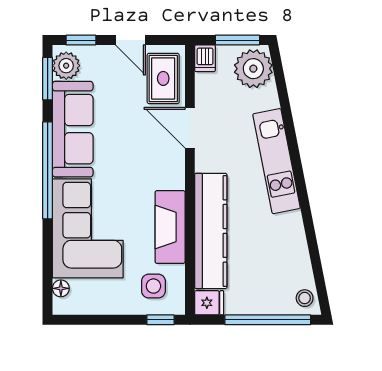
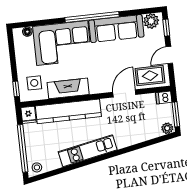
plant: (253, 69) -> (167, 128), width x0.53, depth x0.53
window: (48, 79) -> (143, 11), removed
kitchen unit: (276, 161) -> (88, 151), moved

